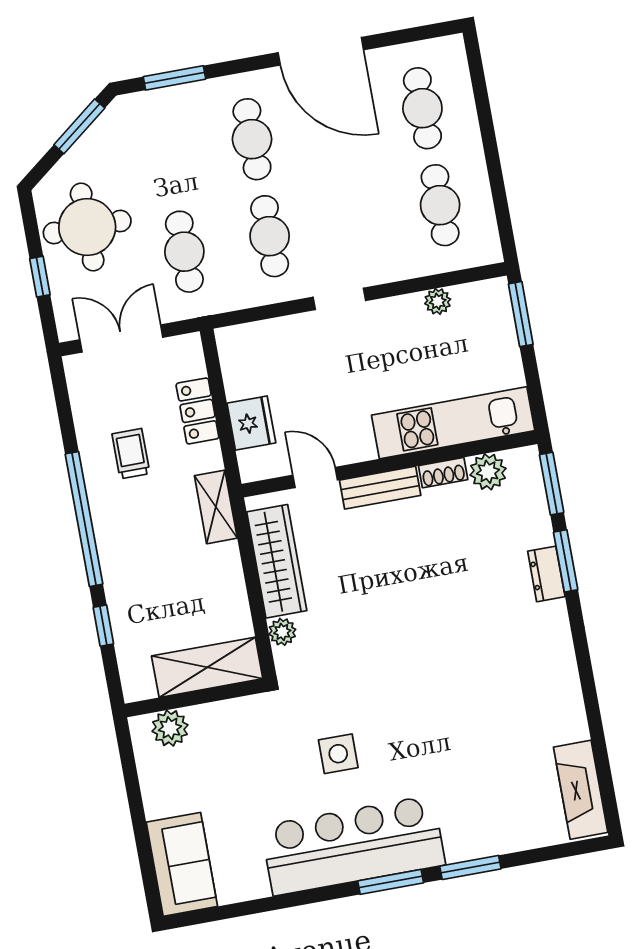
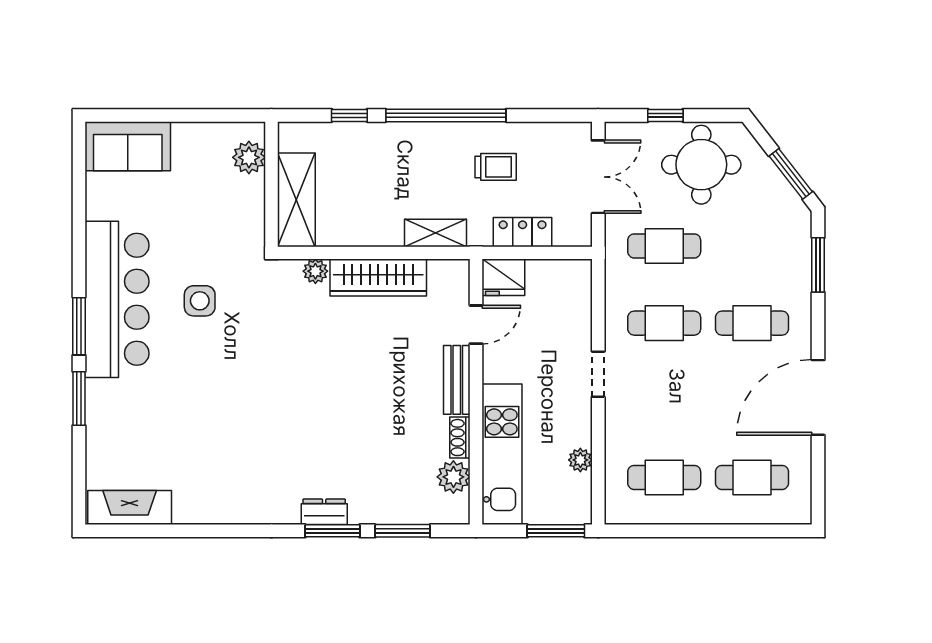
kitchen unit: (453, 423) -> (502, 454), moved
wall: (389, 464) -> (476, 392), moved
plant: (488, 472) -> (453, 477), moved
shoe rack: (443, 473) -> (460, 438), moved
door: (315, 478) -> (476, 325), moved
bench: (380, 488) -> (457, 380), moved

